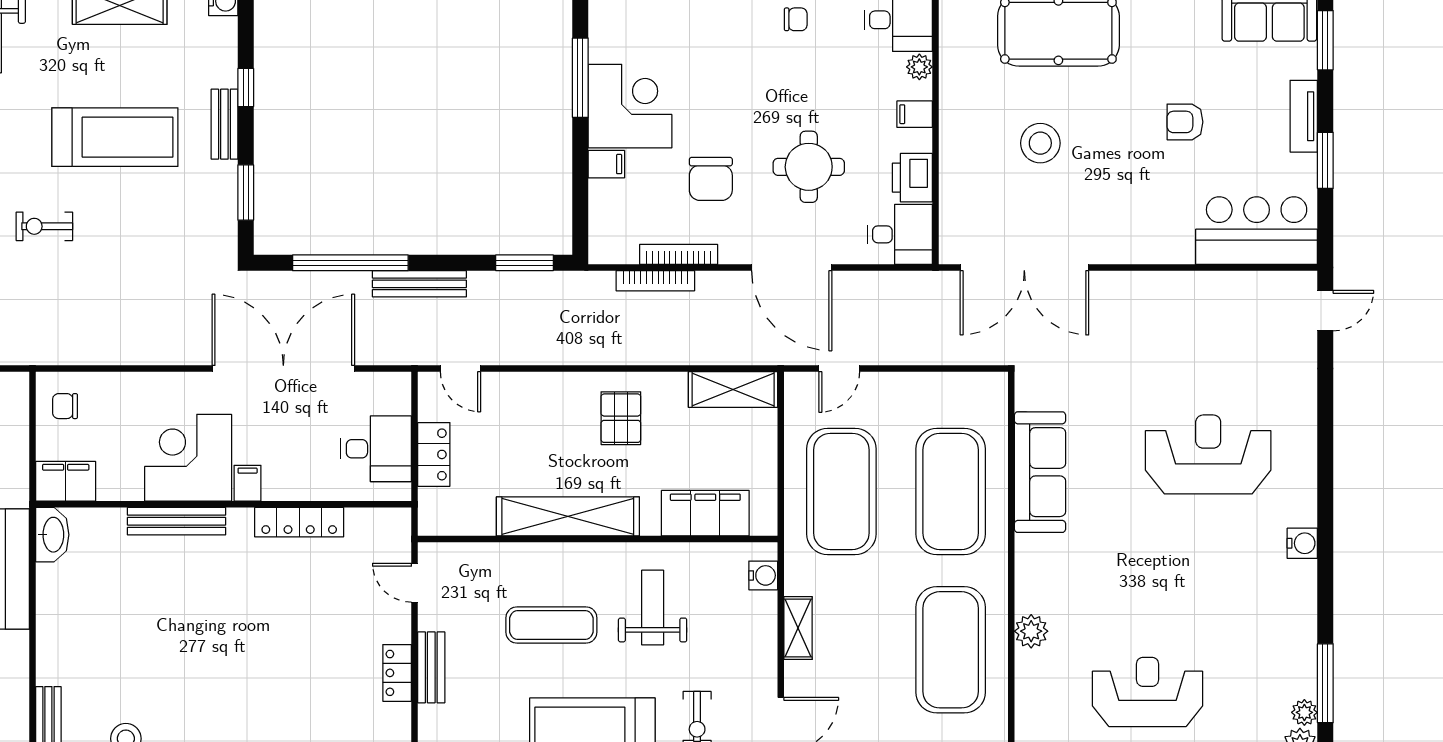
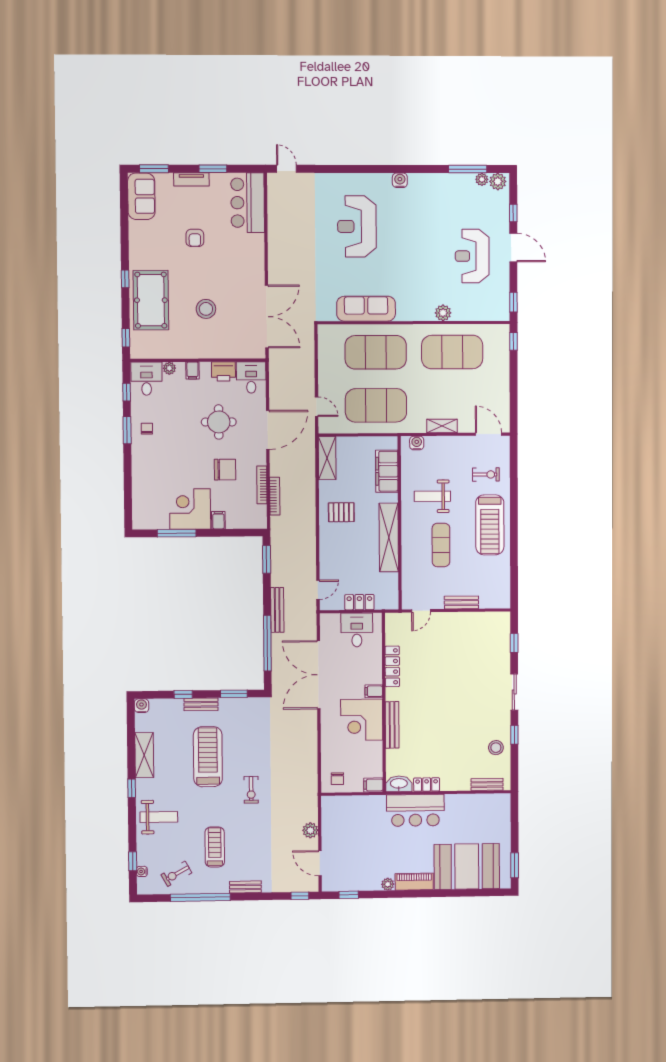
filing cabinet: (66, 481) -> (373, 785), width x0.50
locker: (397, 673) -> (427, 785), moved, turned 180

